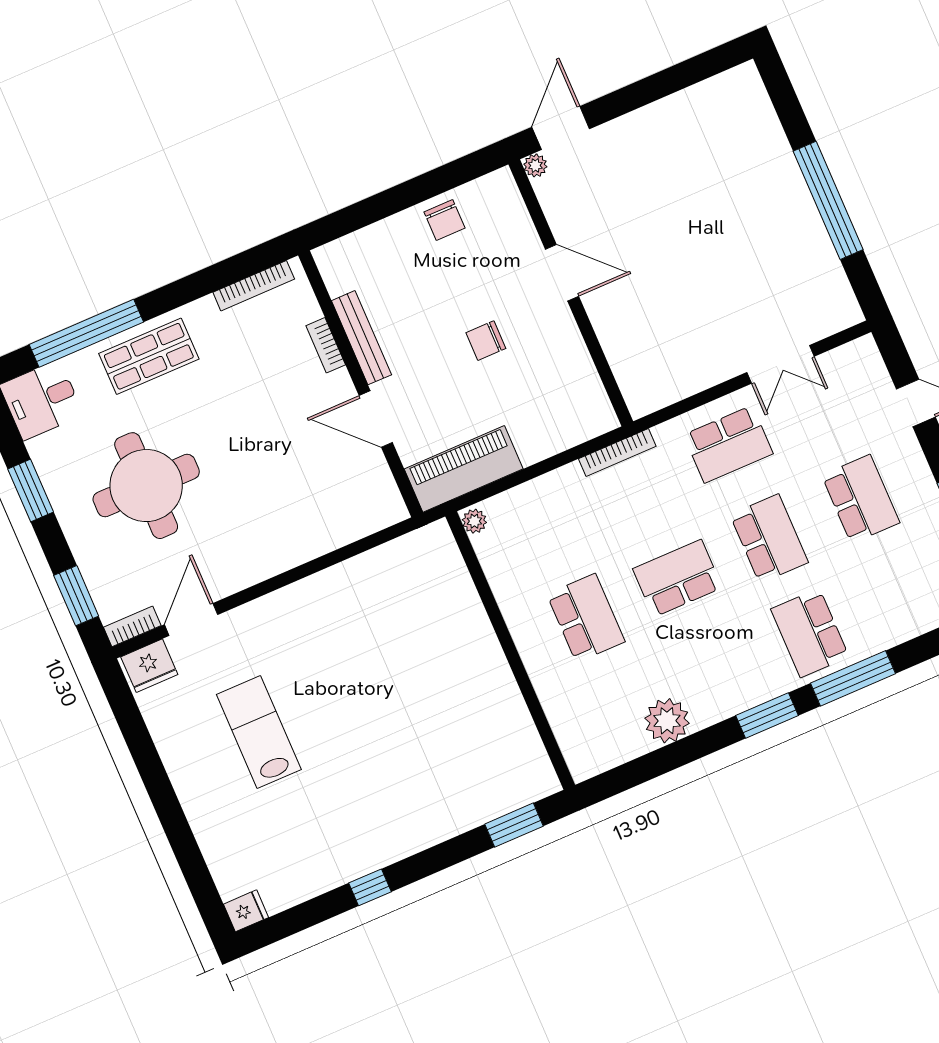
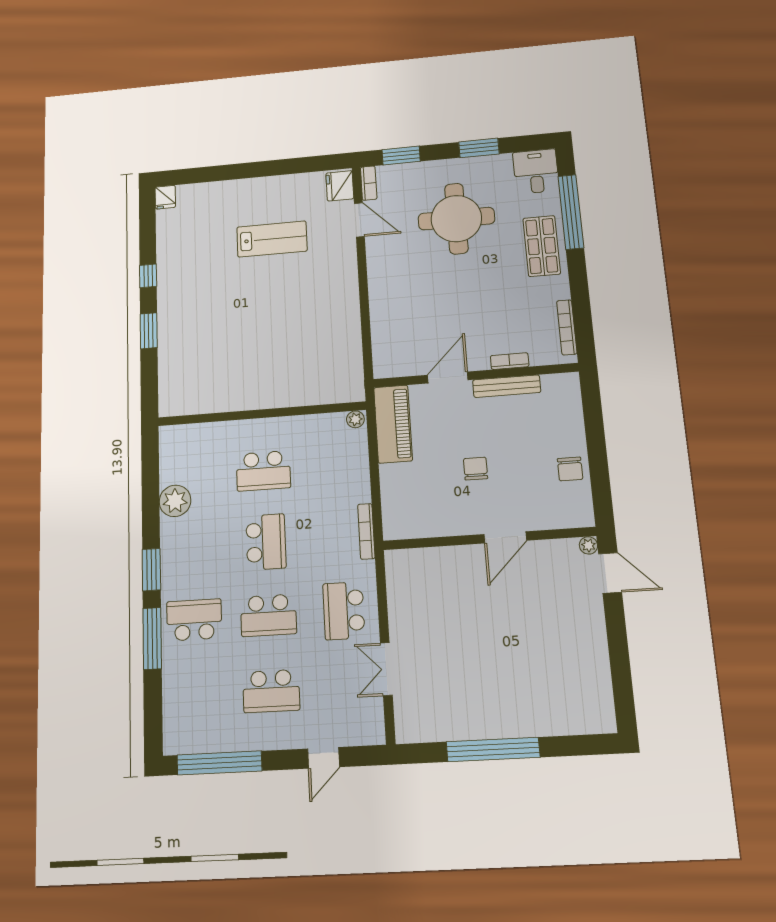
chair: (444, 220) -> (570, 469), turned -90
window: (514, 825) -> (149, 331), moved

